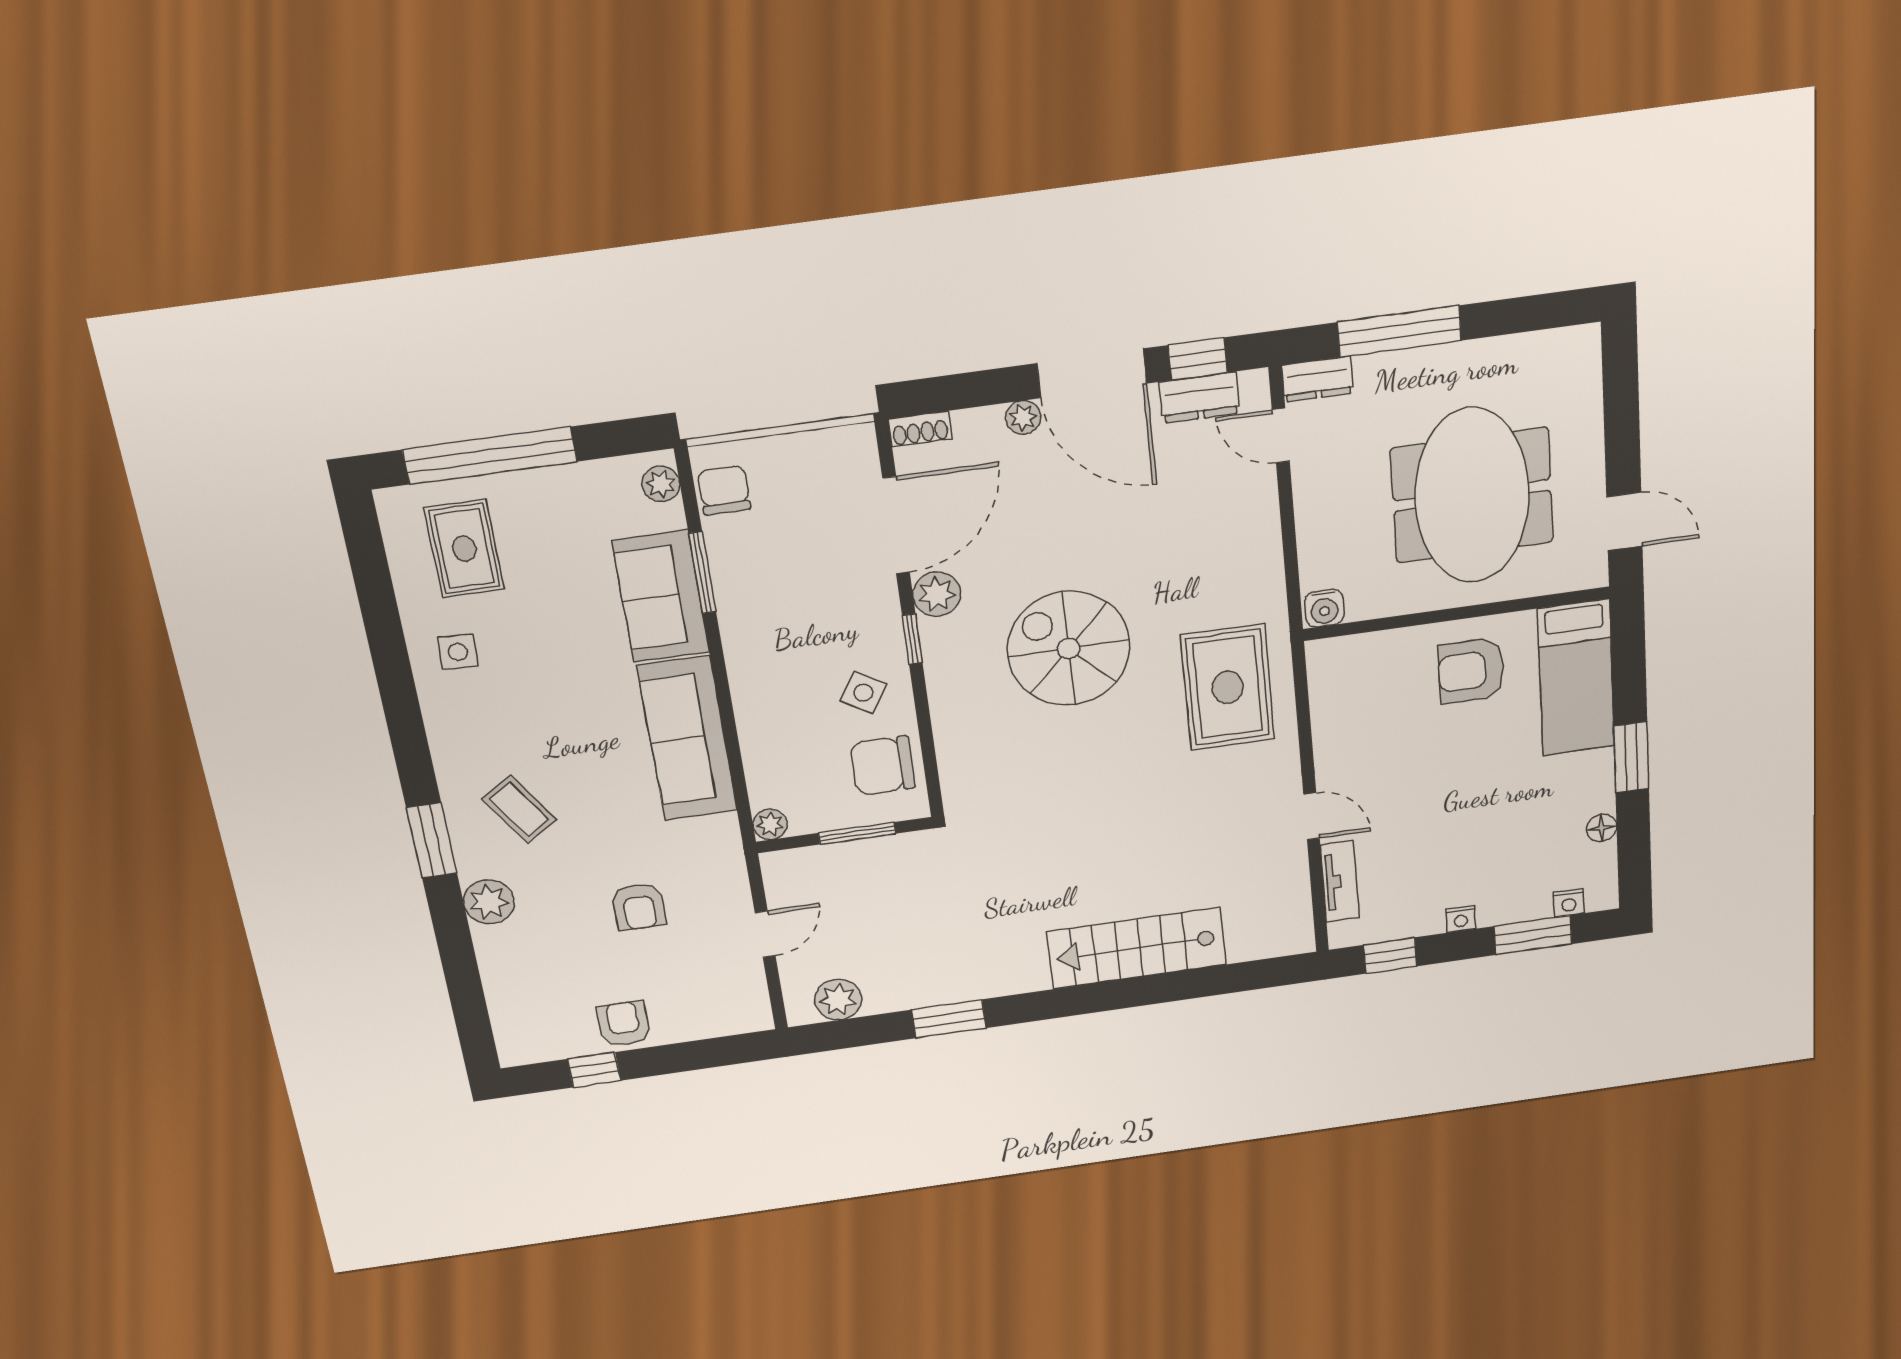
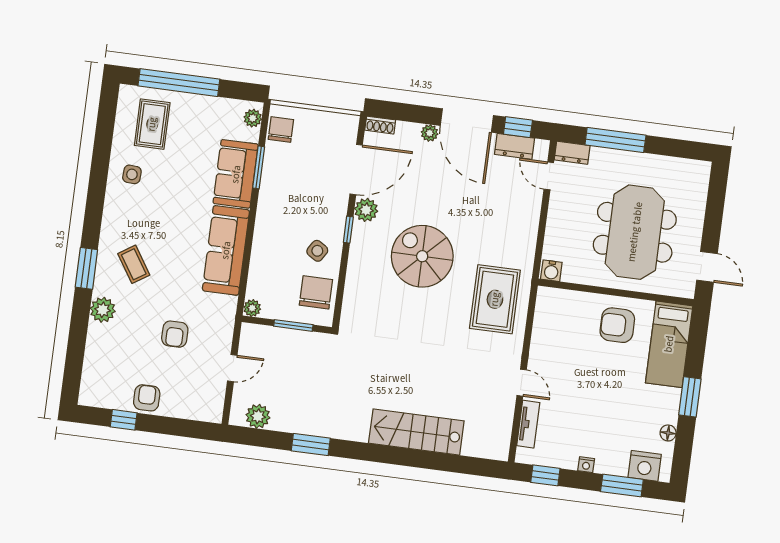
chair: (883, 766) -> (316, 292), turned 90
nightstand: (1569, 903) -> (645, 466), width x1.89, depth x1.79

